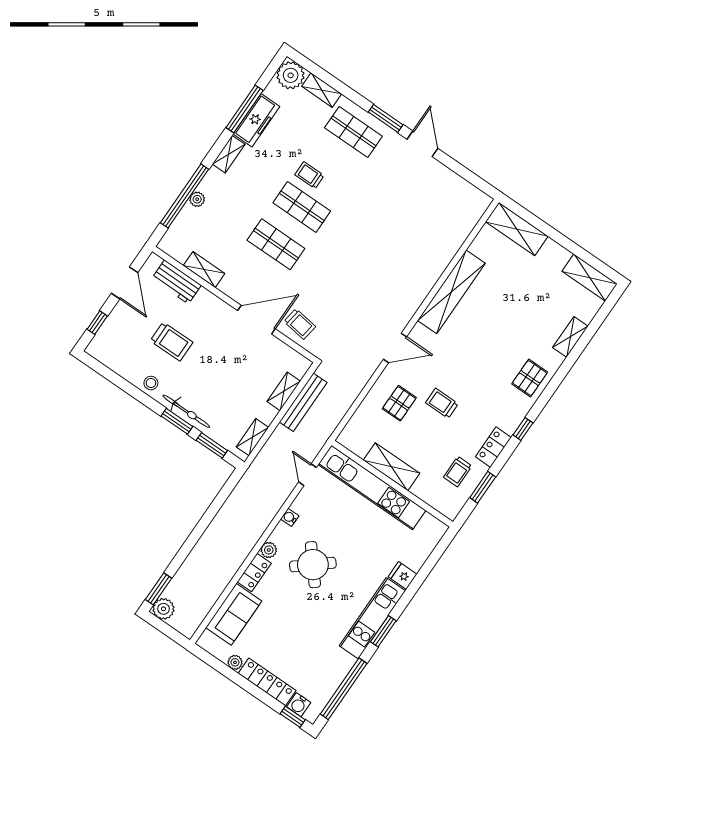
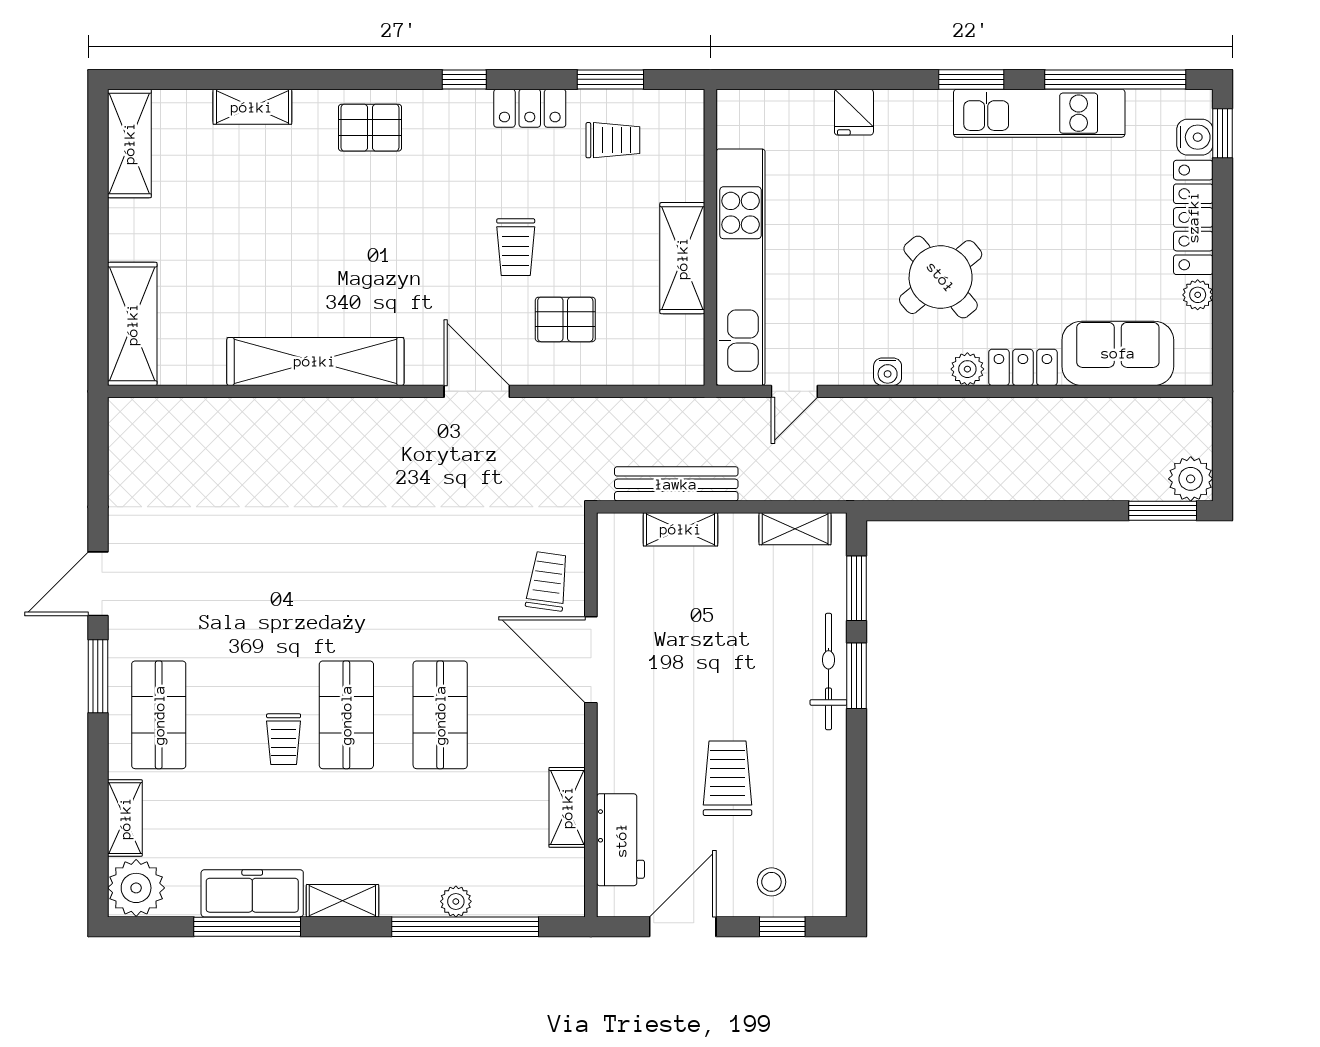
stool: (151, 383) -> (771, 882), moved
kitchen unit: (372, 618) -> (1039, 113), moved

